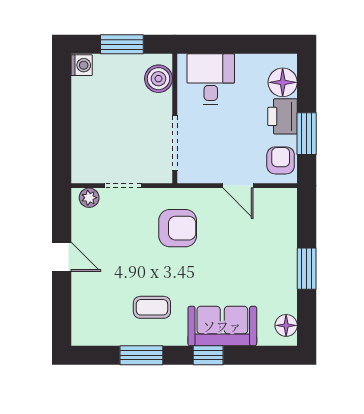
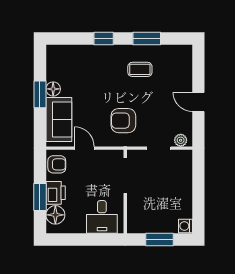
boiler: (158, 79) -> (136, 217), removed
window: (307, 134) -> (40, 197), moved
armchair: (281, 160) -> (57, 164), turned -90
floor lamp: (286, 325) -> (53, 89), moved
sofa: (222, 326) -> (59, 119), moved, turned -90

